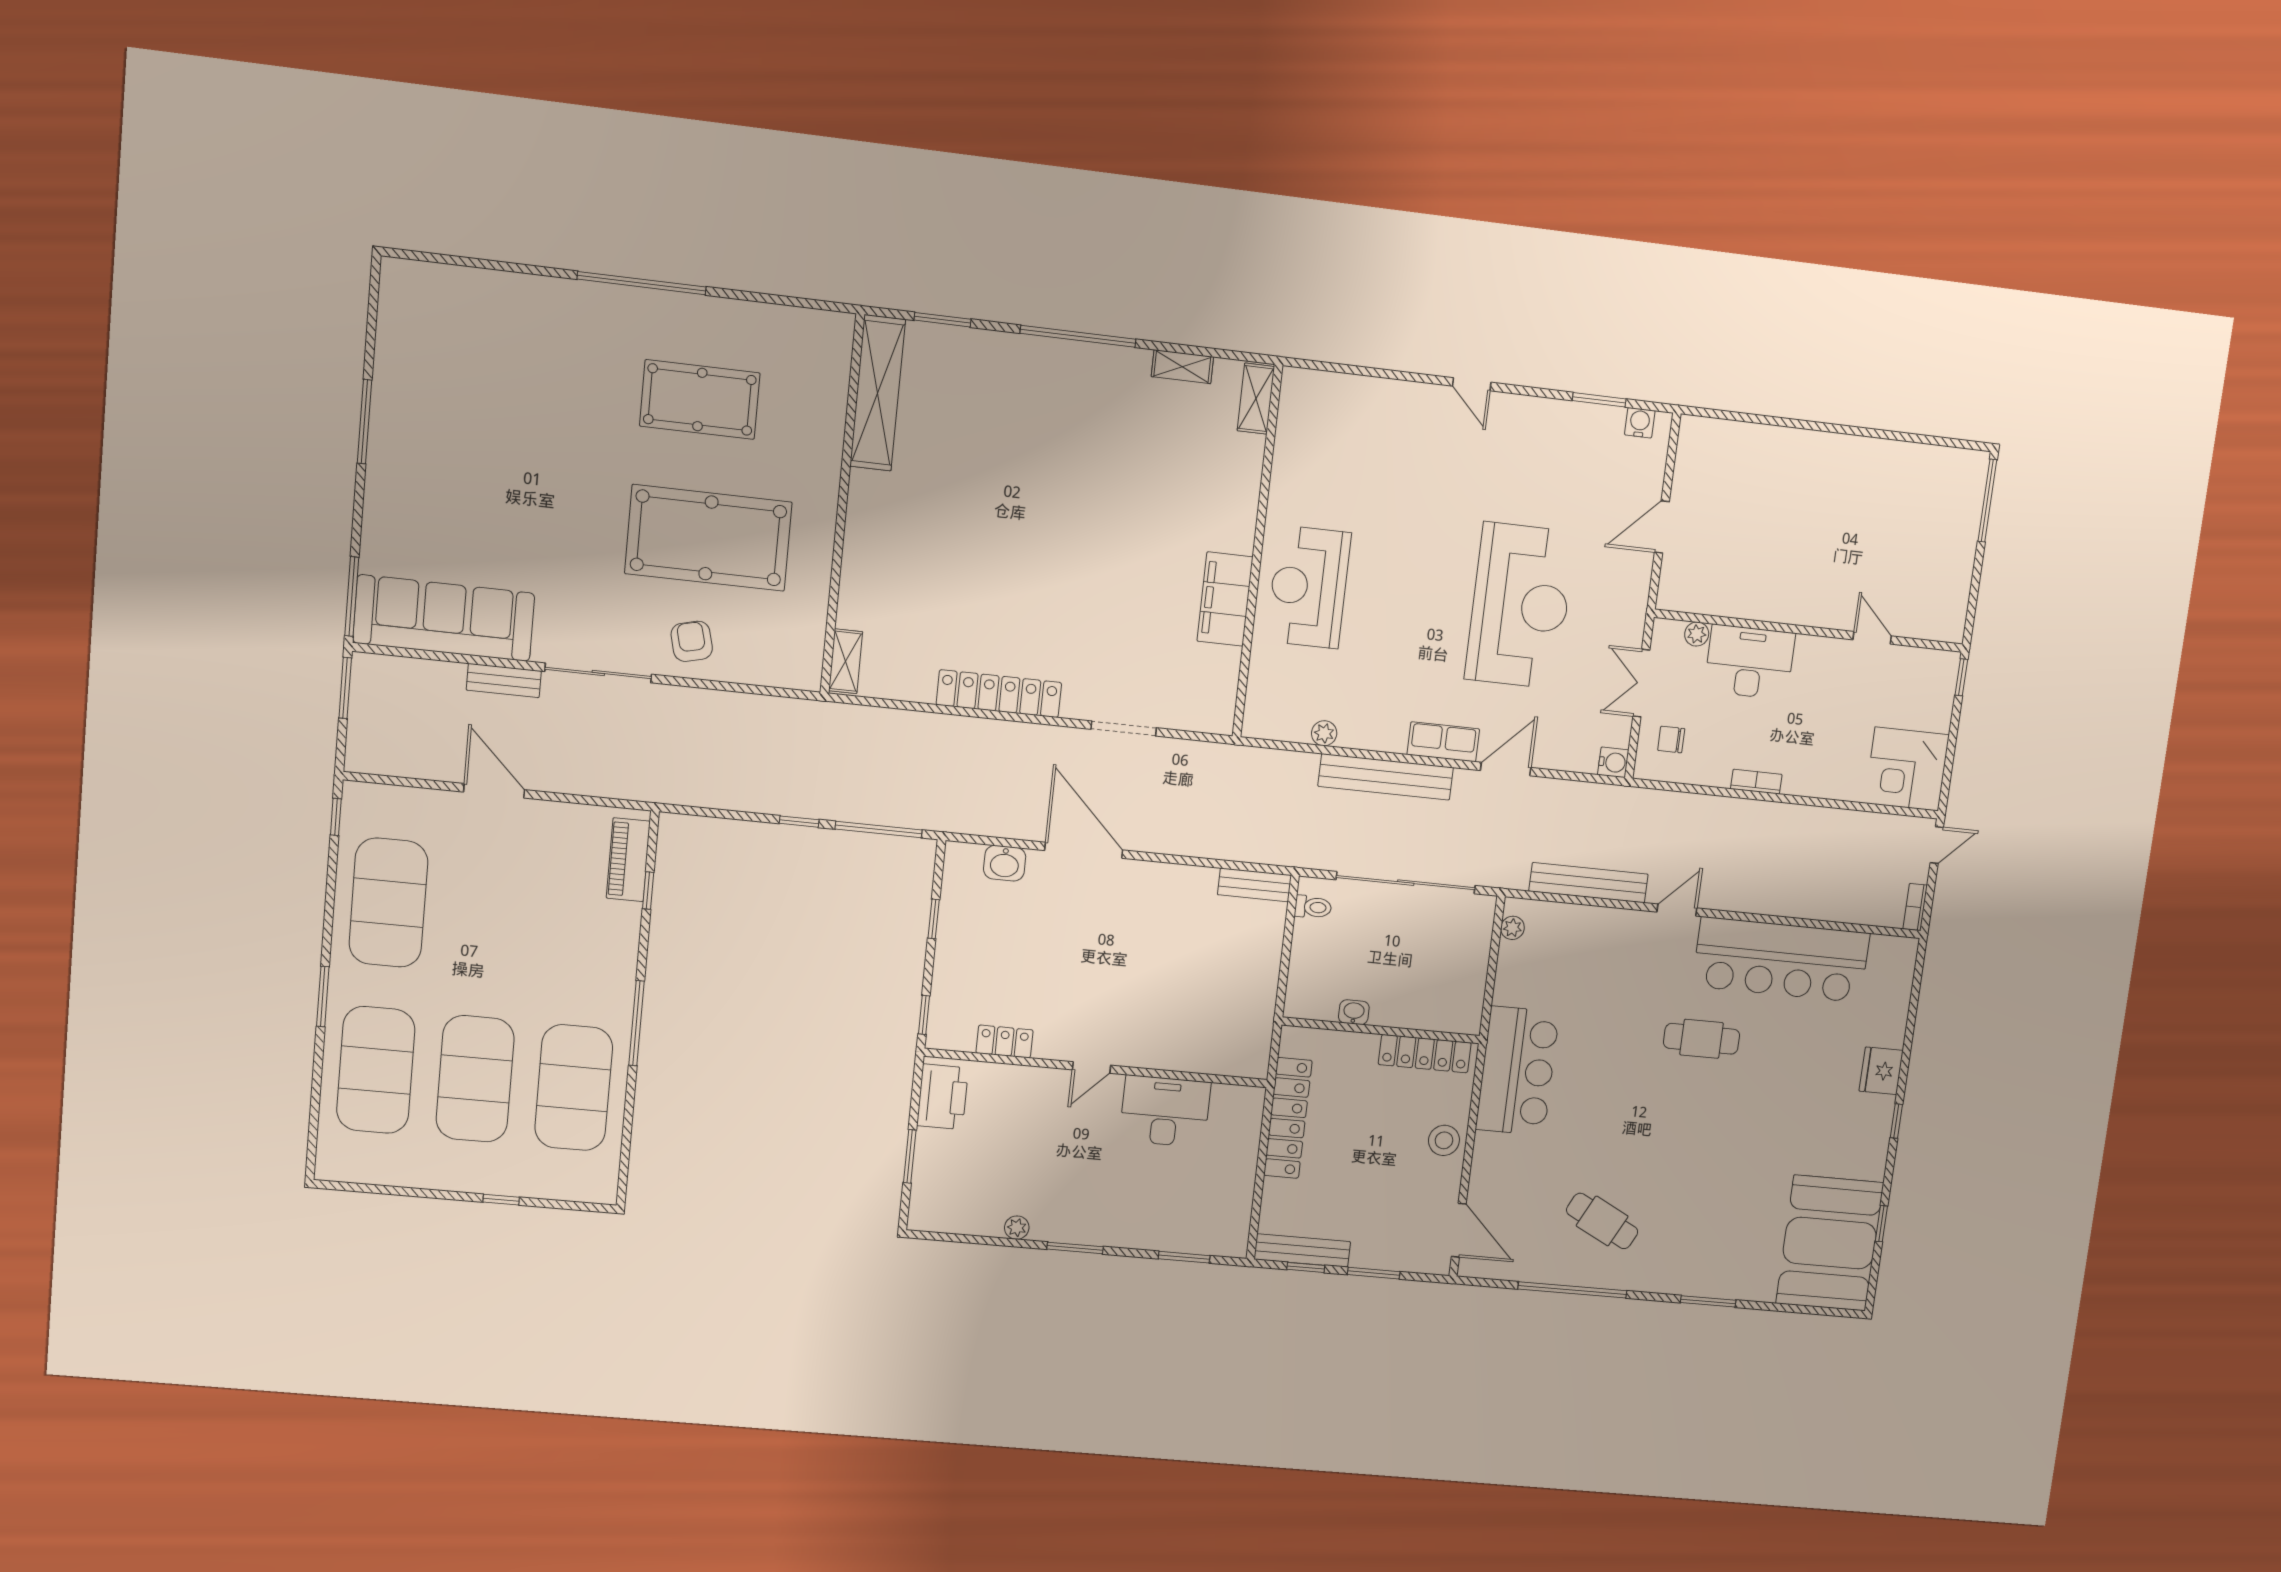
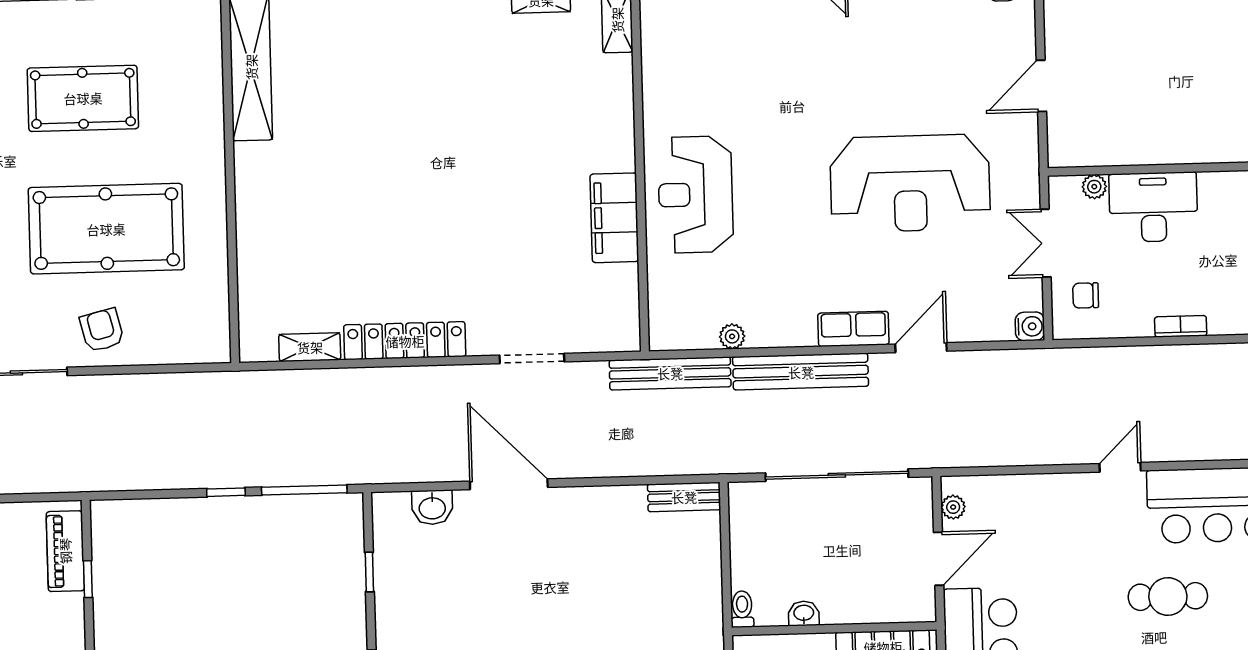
reception desk: (1520, 606) -> (910, 183), turned 90
shelving: (846, 661) -> (310, 347), moved, turned 90
bench: (1588, 883) -> (670, 373), moved
toilet: (1313, 907) -> (742, 609), moved, turned -90
door: (1491, 976) -> (939, 559), added

